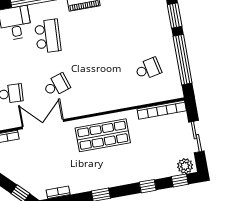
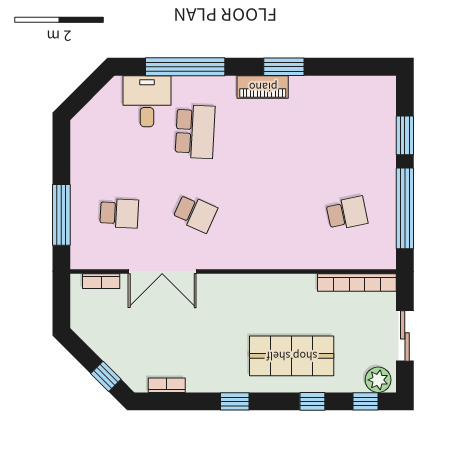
school desk: (57, 85) -> (195, 213), turned 42
double door: (43, 124) -> (162, 271), swing flipped
shop shelf: (103, 135) -> (292, 356), moved

